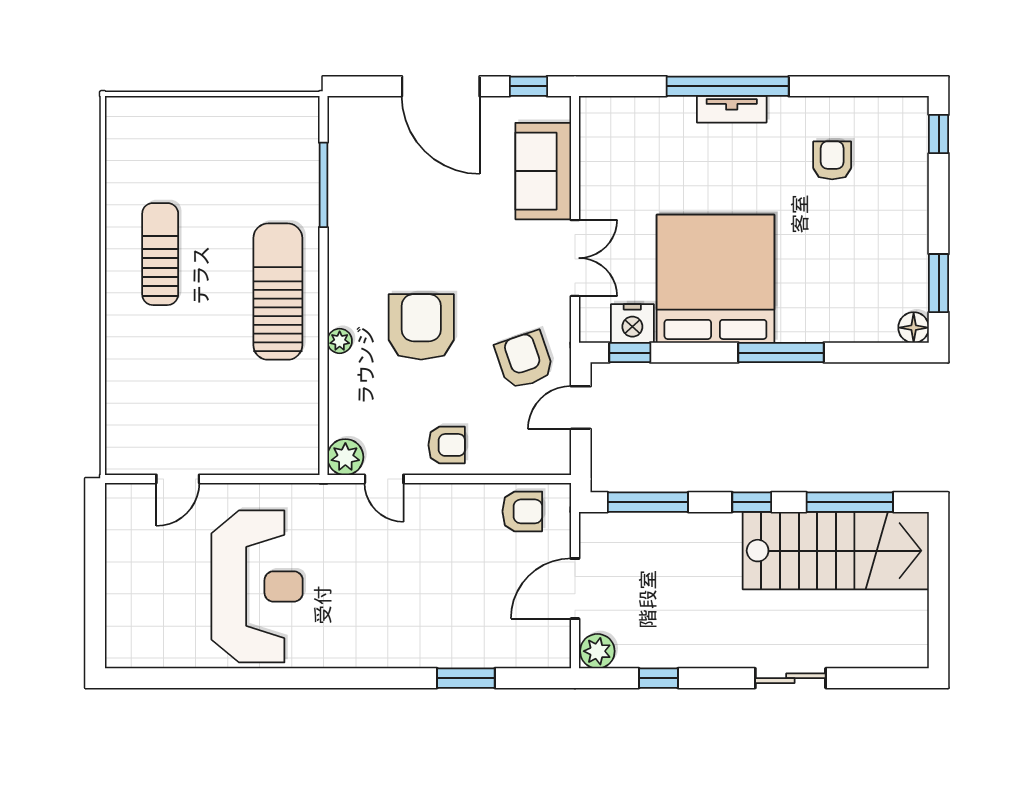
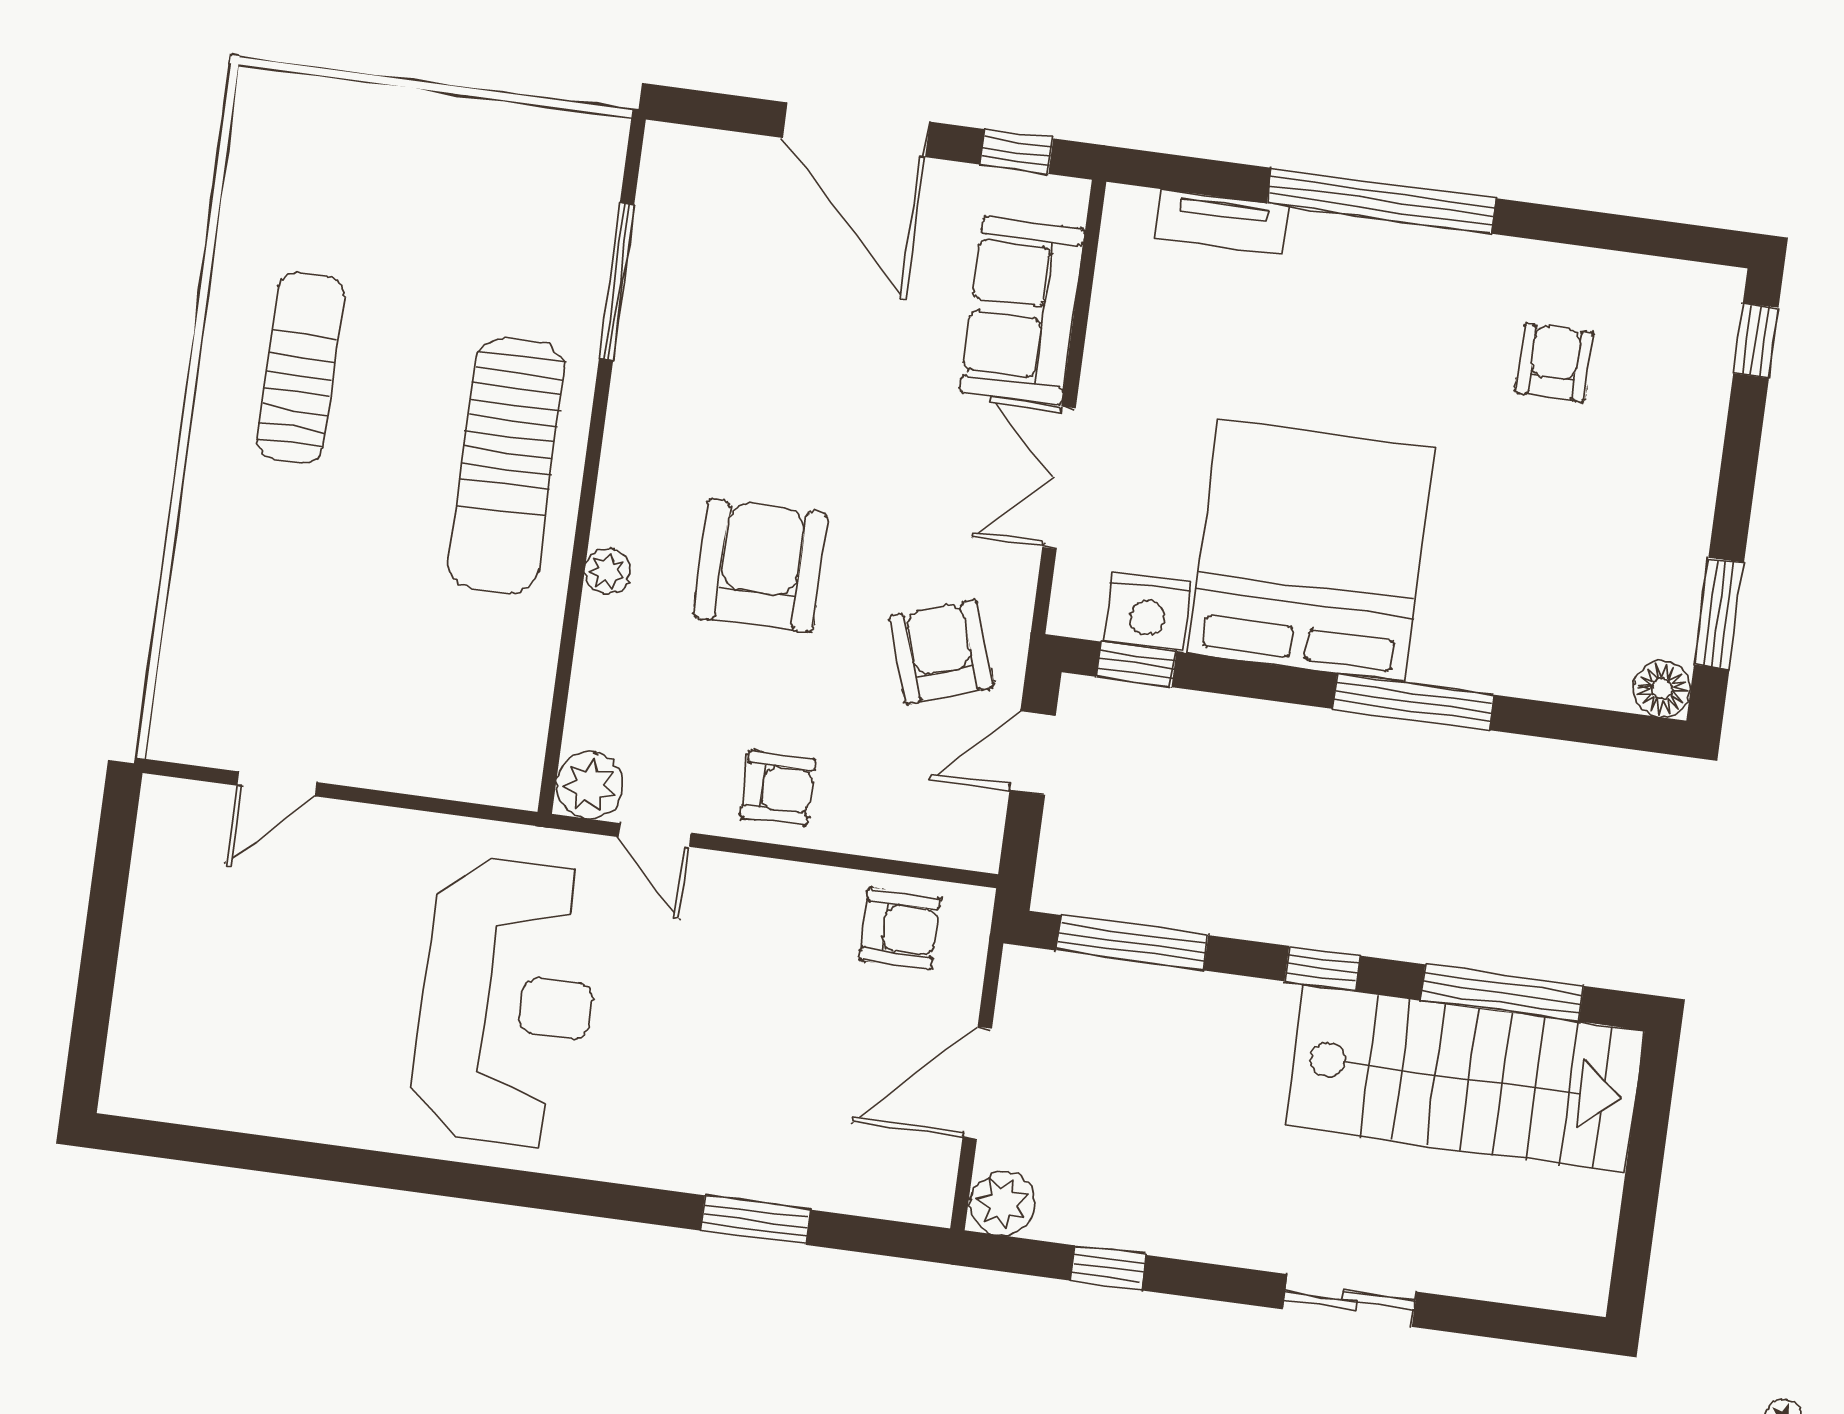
tv unit: (732, 109) -> (1222, 222), moved
double door: (575, 258) -> (1059, 478), swing flipped
sun lounger: (278, 292) -> (507, 466), turned 180
reception desk: (257, 586) -> (507, 1002), moved

